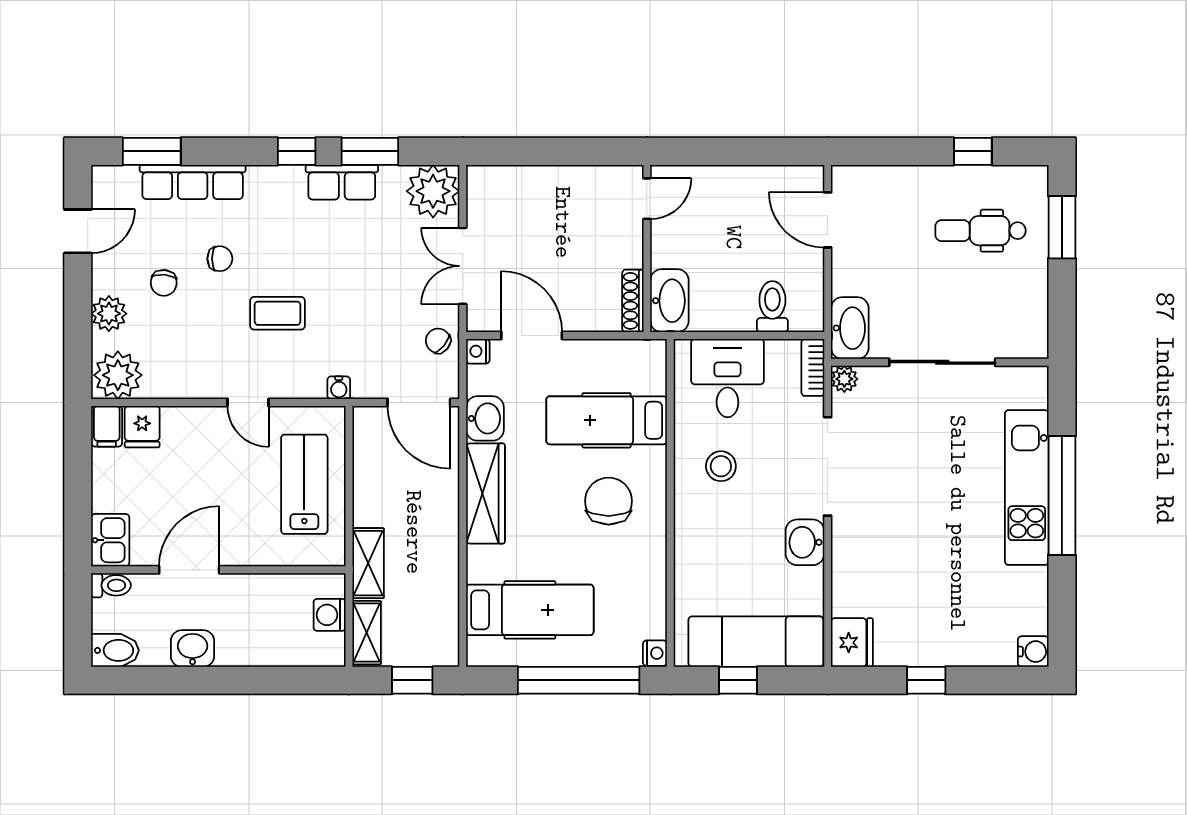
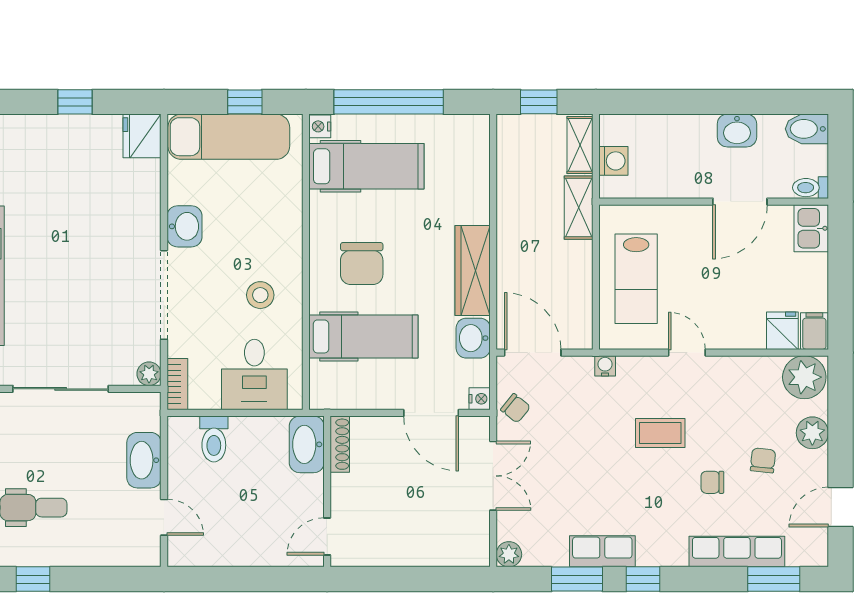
plant: (433, 191) -> (509, 554), width x0.53, depth x0.53
door: (828, 220) -> (164, 517), width x0.73
washbasin: (850, 328) -> (144, 460), moved
hospital bed: (530, 610) -> (366, 166), moved, turned 180

